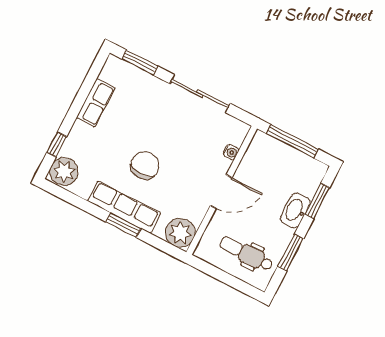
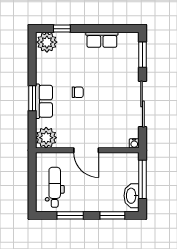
water cooler: (231, 152) -> (134, 143), moved
chair: (145, 165) -> (78, 92), width x0.54, depth x0.54
row of seats: (124, 207) -> (44, 101), width x0.68
washbasin: (295, 211) -> (132, 196), moved, turned -90

